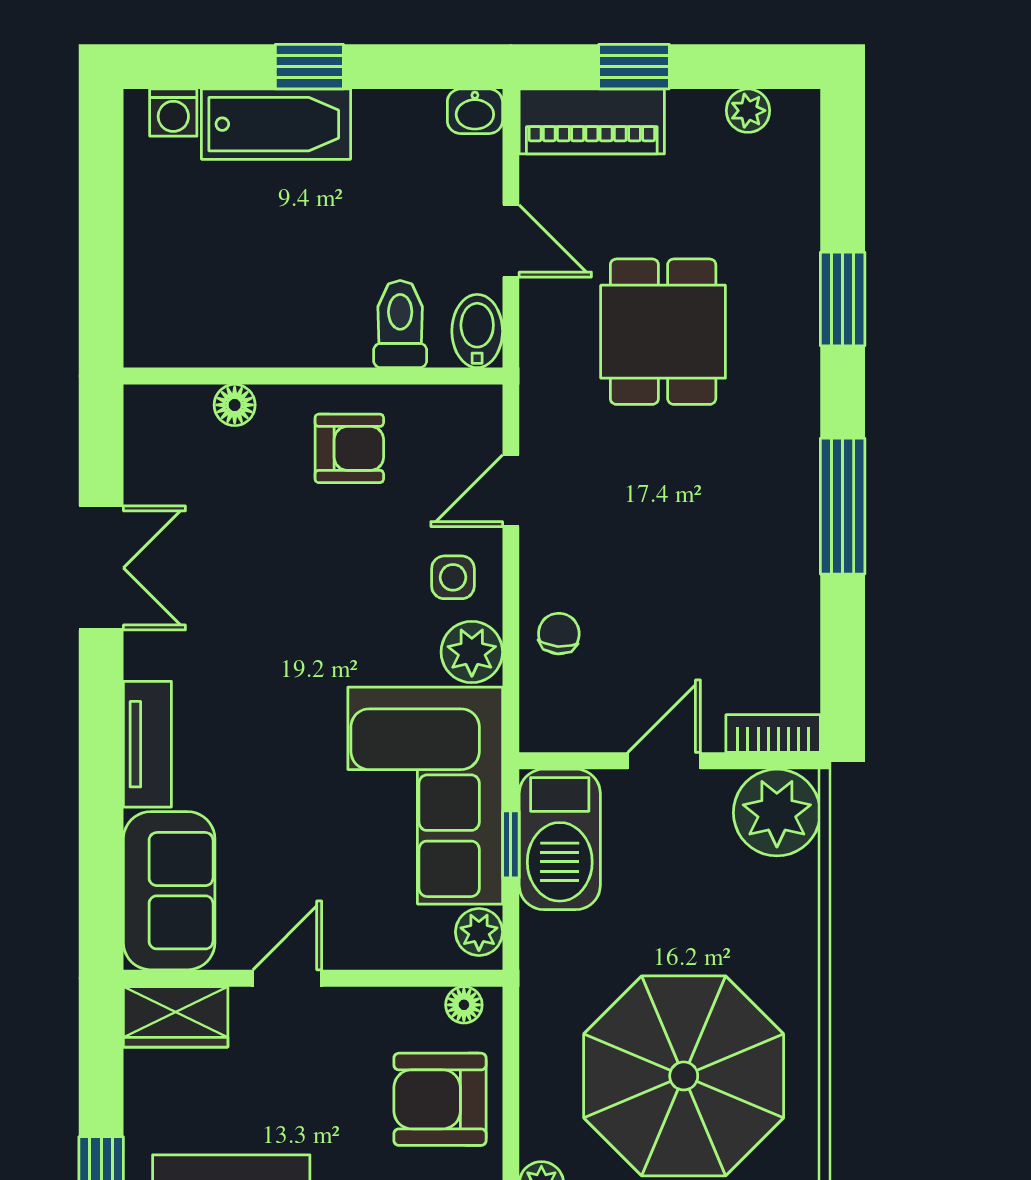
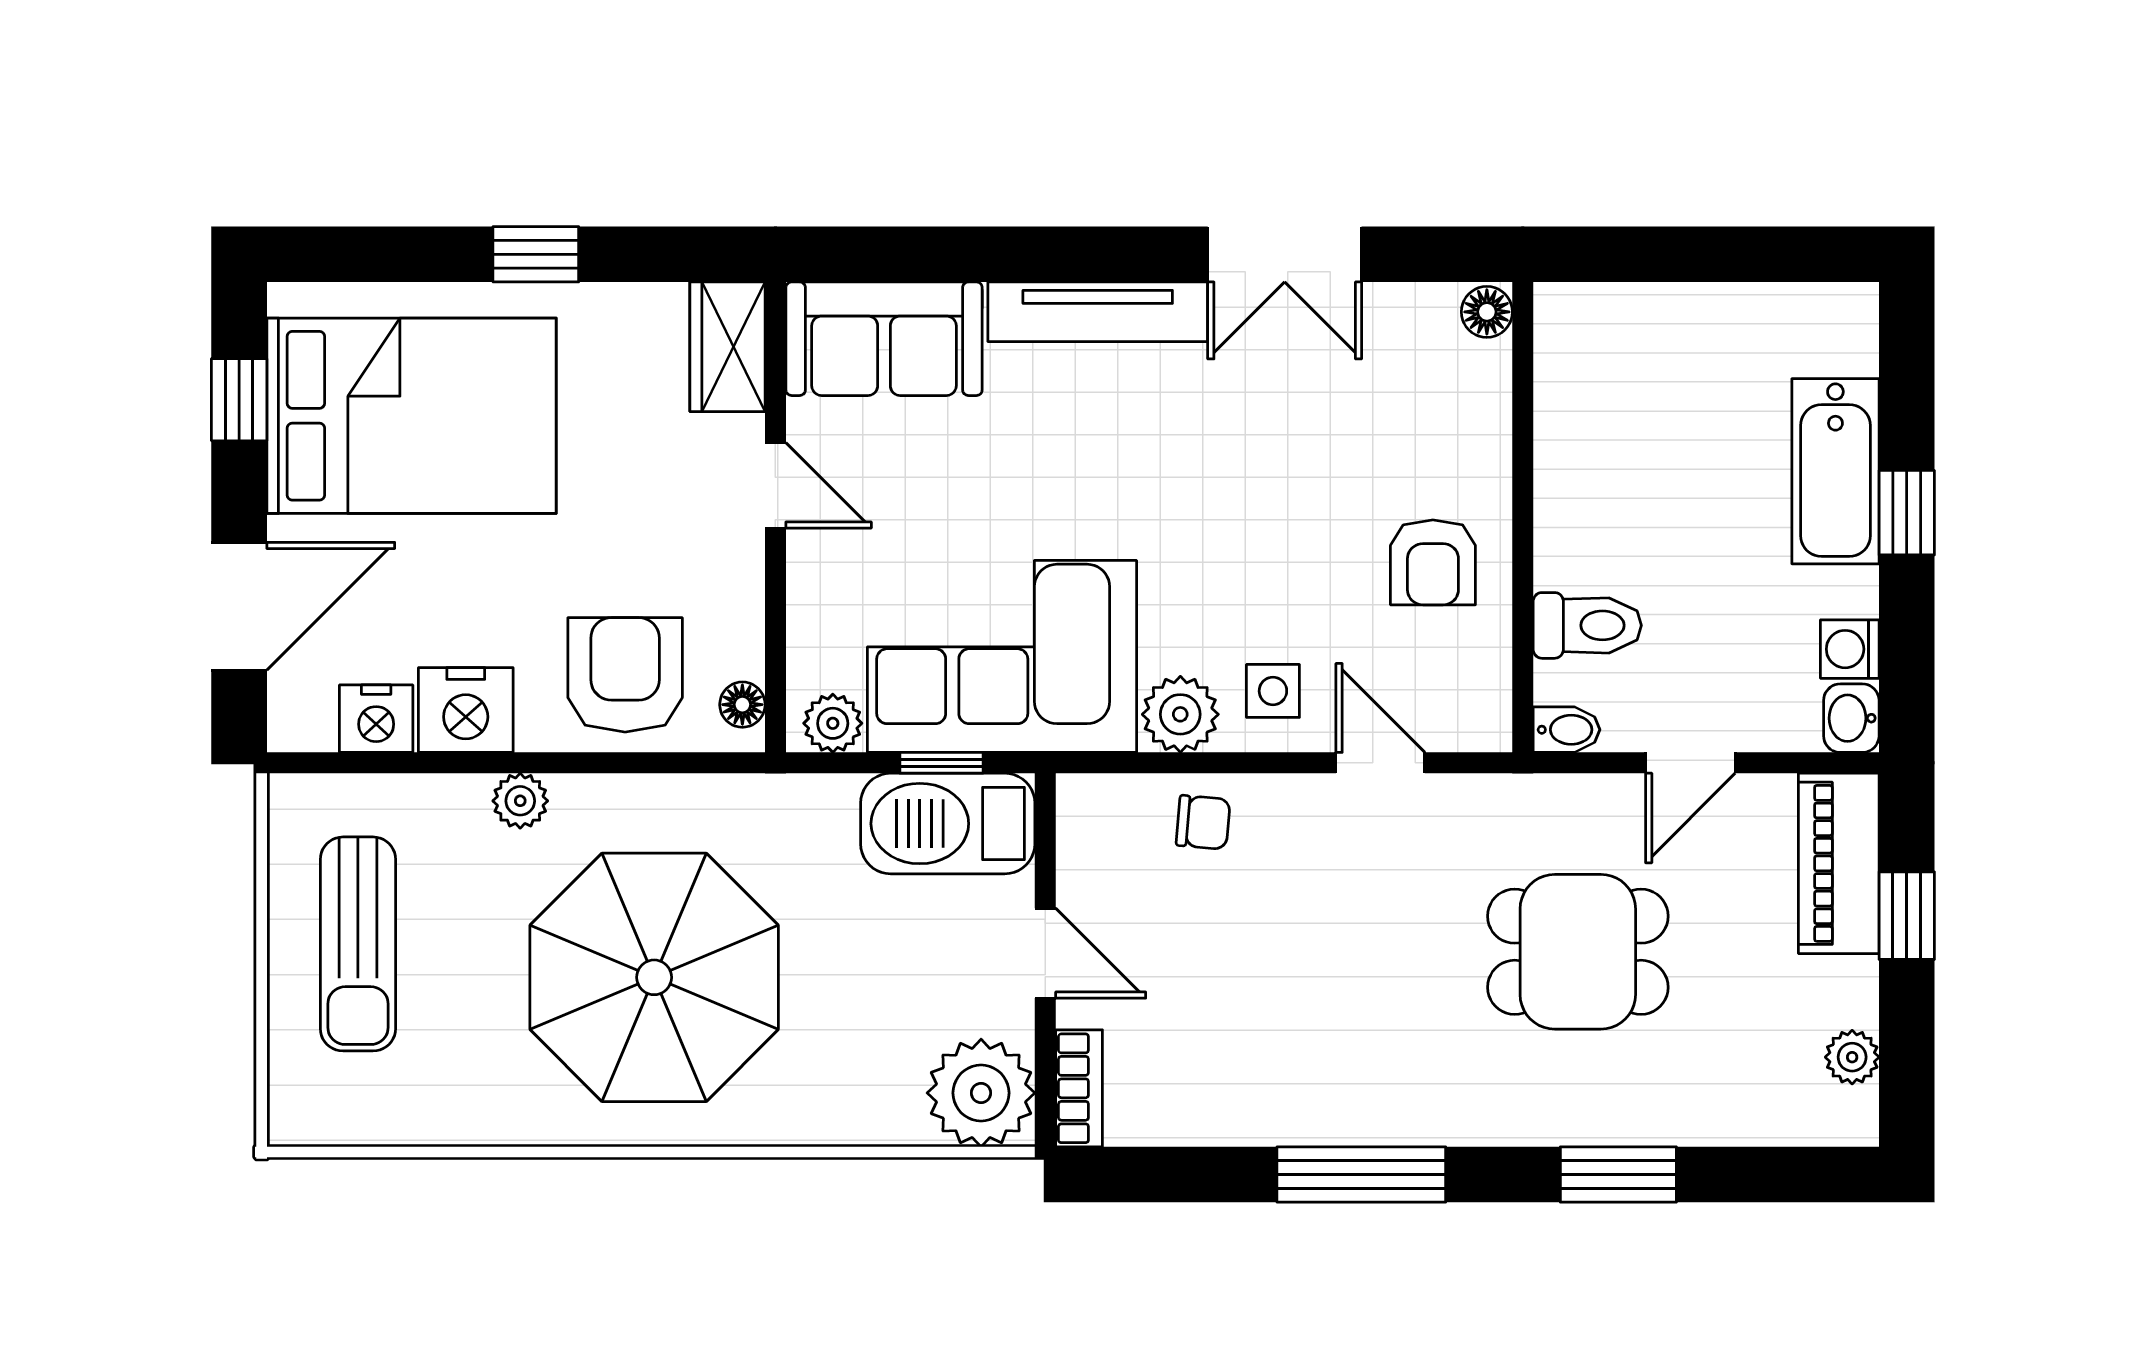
washing machine: (173, 113) -> (1850, 649), moved
bidet: (477, 331) -> (1567, 730), width x0.72, depth x0.74
floor lamp: (235, 405) -> (1487, 312), moved
tv unit: (147, 744) -> (1098, 312), width x1.41

